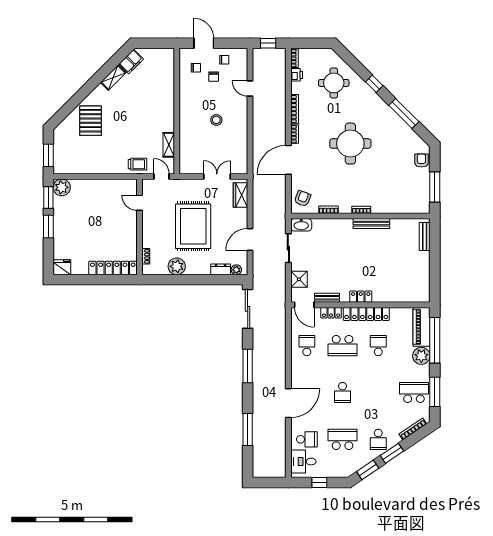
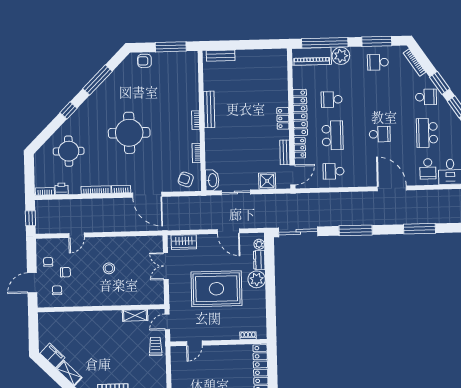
plant: (177, 266) -> (257, 279), moved
school desk: (414, 392) -> (378, 62), width x0.54
school desk: (307, 439) -> (428, 169), turned 180

